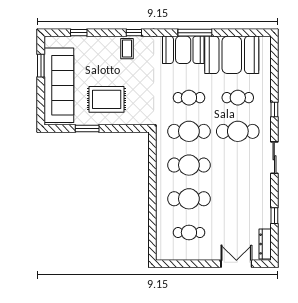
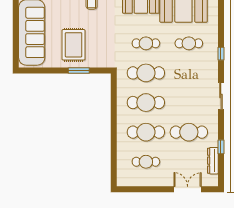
window: (41, 66) -> (16, 15), removed
rug: (107, 99) -> (74, 45), turned 90
window: (87, 129) -> (79, 70), moved
cafe table: (238, 131) -> (189, 132), moved
dresser: (265, 244) -> (213, 161), moved

